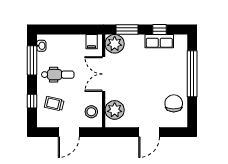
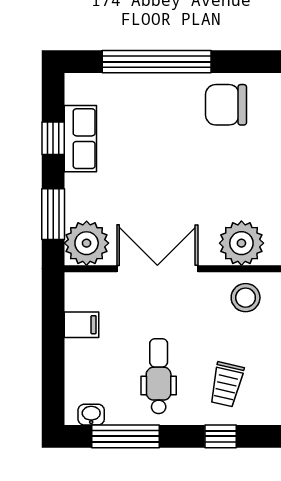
filing cabinet: (92, 42) -> (82, 325), moved
double door: (104, 74) -> (157, 269), swing flipped

